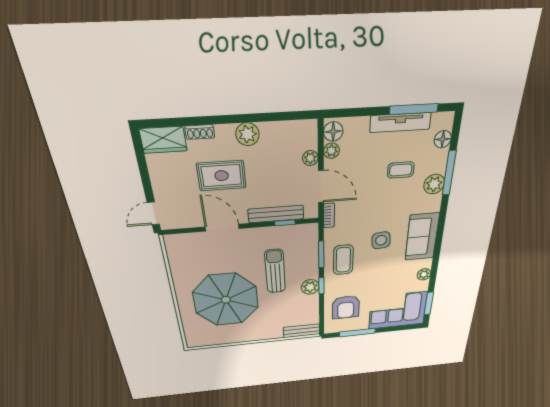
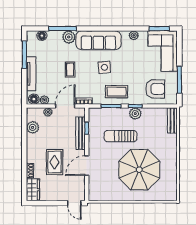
tv unit: (400, 123) -> (31, 74), moved
plant: (248, 134) -> (33, 127), moved
coffee table: (401, 170) -> (70, 70), moved
sofa: (422, 237) -> (98, 40), width x1.36

